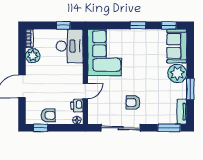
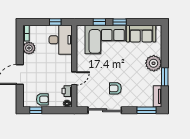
window: (169, 25) -> (99, 22), moved
sofa: (177, 46) -> (141, 34), moved, turned -90
corner sofa: (105, 53) -> (105, 40), moved, turned 90

